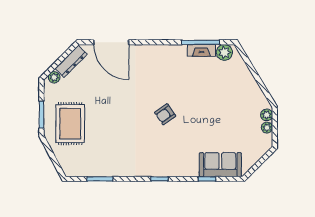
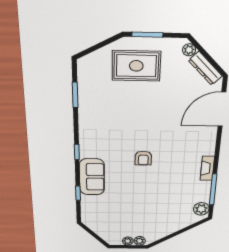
fireplace: (201, 50) -> (207, 168), moved
armchair: (165, 114) -> (143, 158), turned -145
sofa: (220, 165) -> (92, 177), moved

